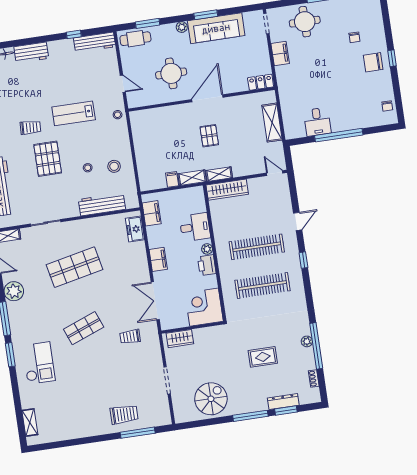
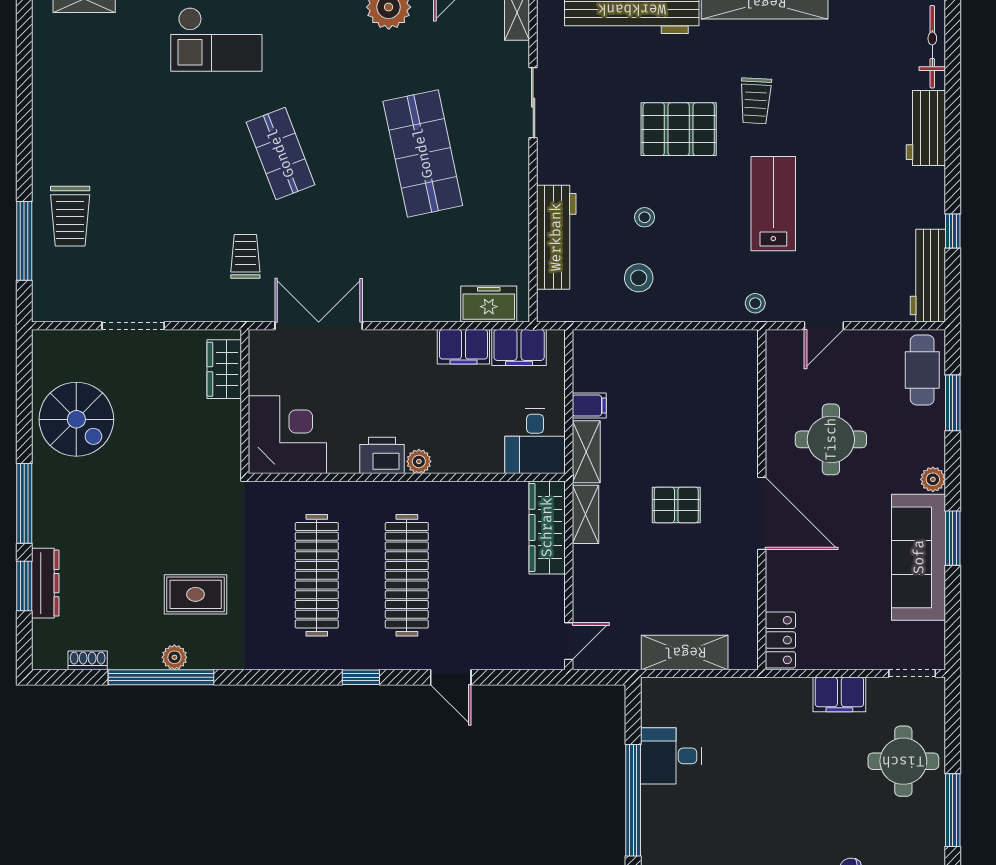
desk: (195, 227) -> (535, 441), moved
filing cabinet: (158, 259) -> (463, 347), moved
rug: (263, 357) -> (196, 594), moved, turned 90

